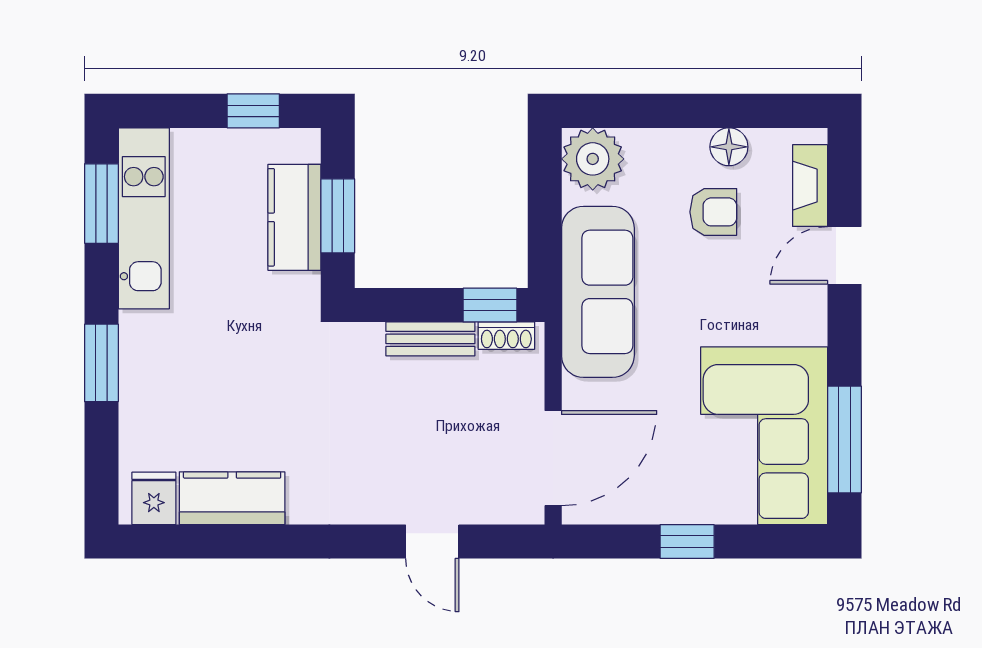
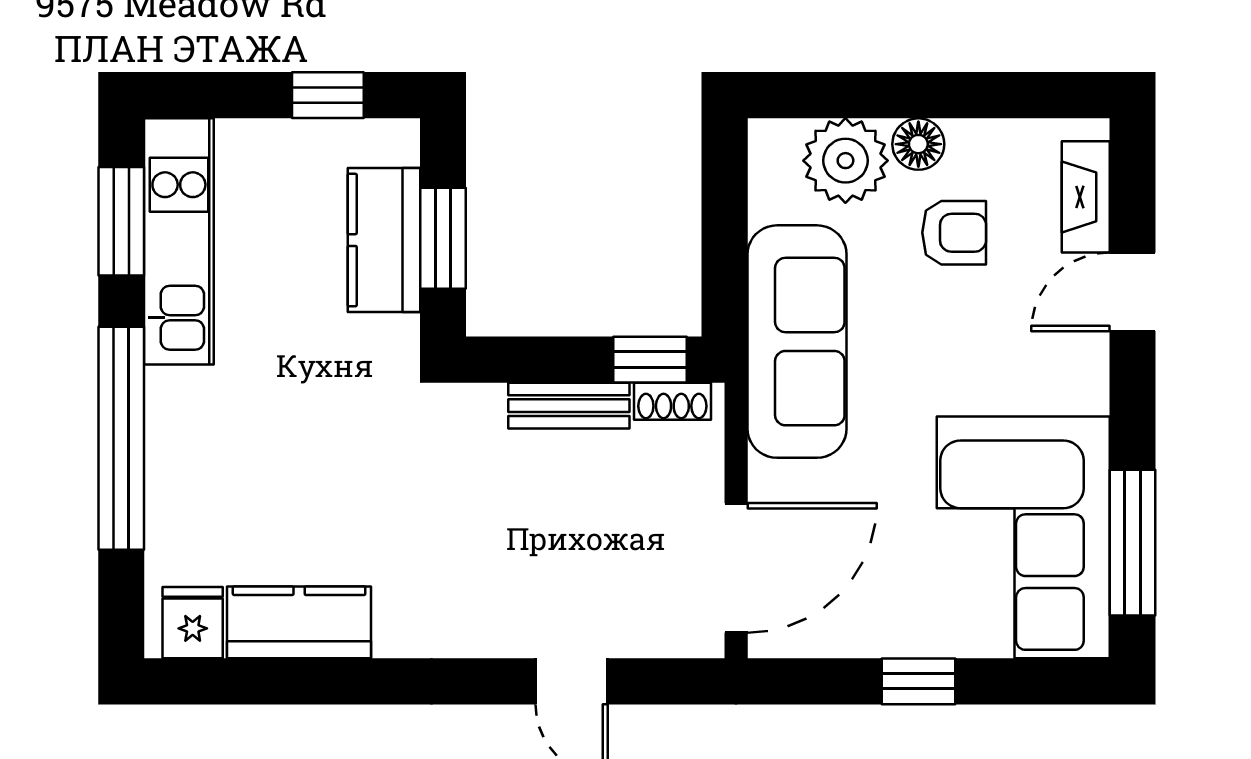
floor lamp: (729, 147) -> (918, 144), moved
plant: (593, 159) -> (845, 161), moved
window: (101, 363) -> (121, 438), width x2.11

